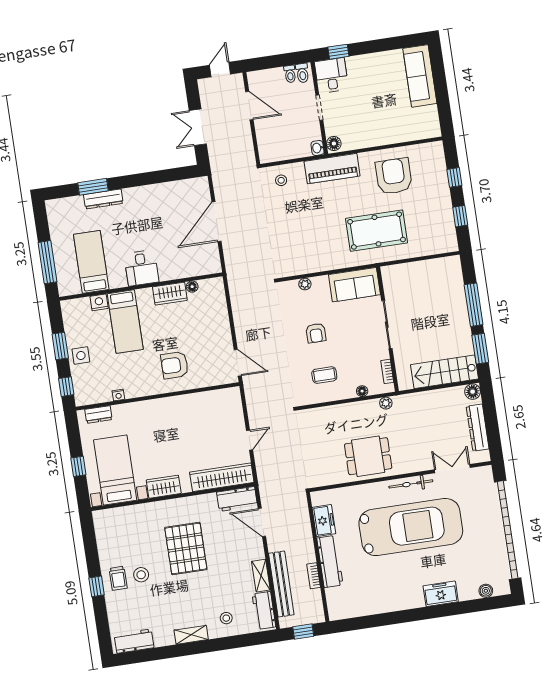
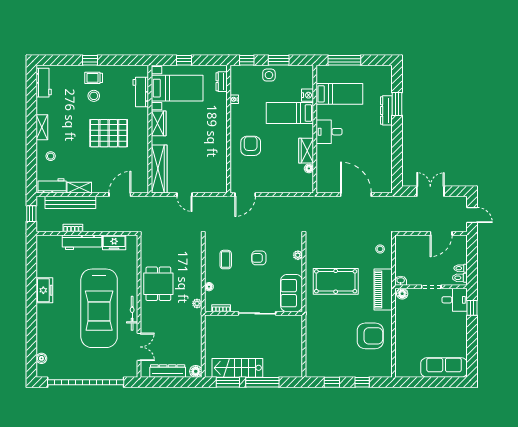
pool table: (376, 231) -> (336, 281), moved, turned 90
stairs: (445, 372) -> (237, 368), moved, turned -90
workbench: (237, 499) -> (141, 92), moved
freezer: (441, 594) -> (44, 290), moved

